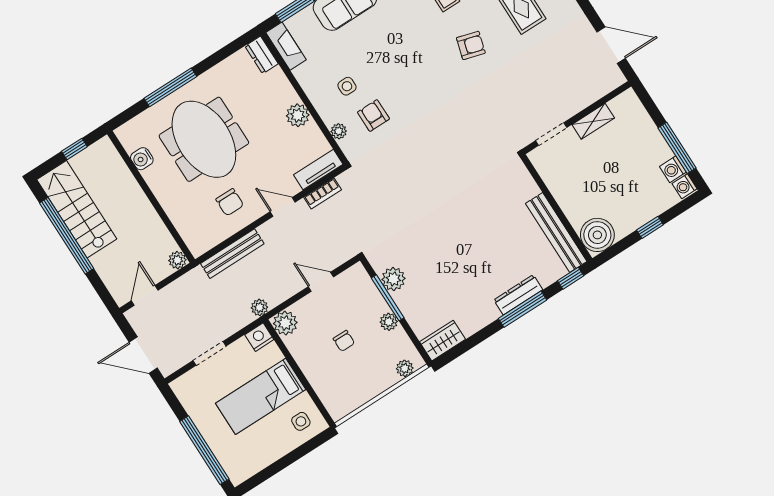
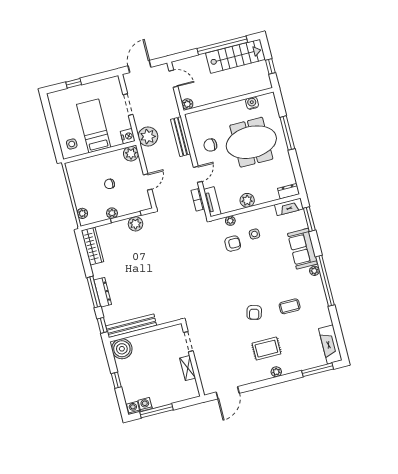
plant: (259, 307) -> (148, 136), width x1.87, depth x1.87
wardrobe: (443, 341) -> (92, 246), width x1.50
window: (204, 450) -> (74, 83), width x0.32

